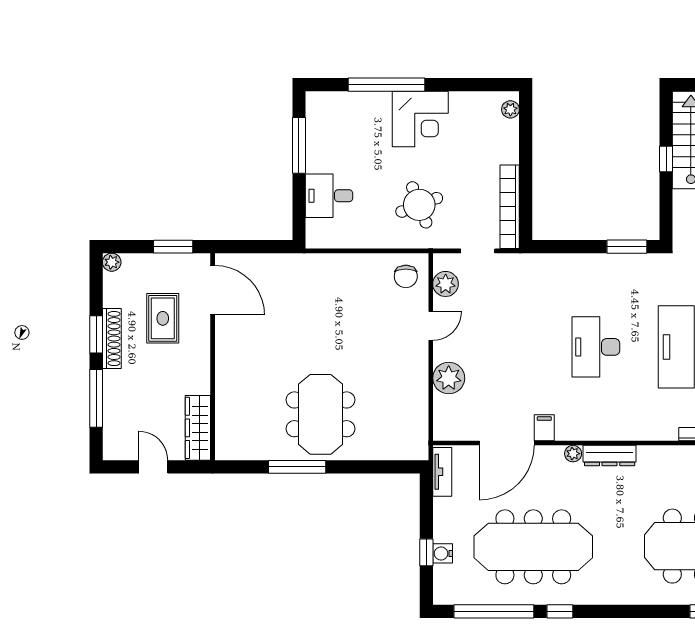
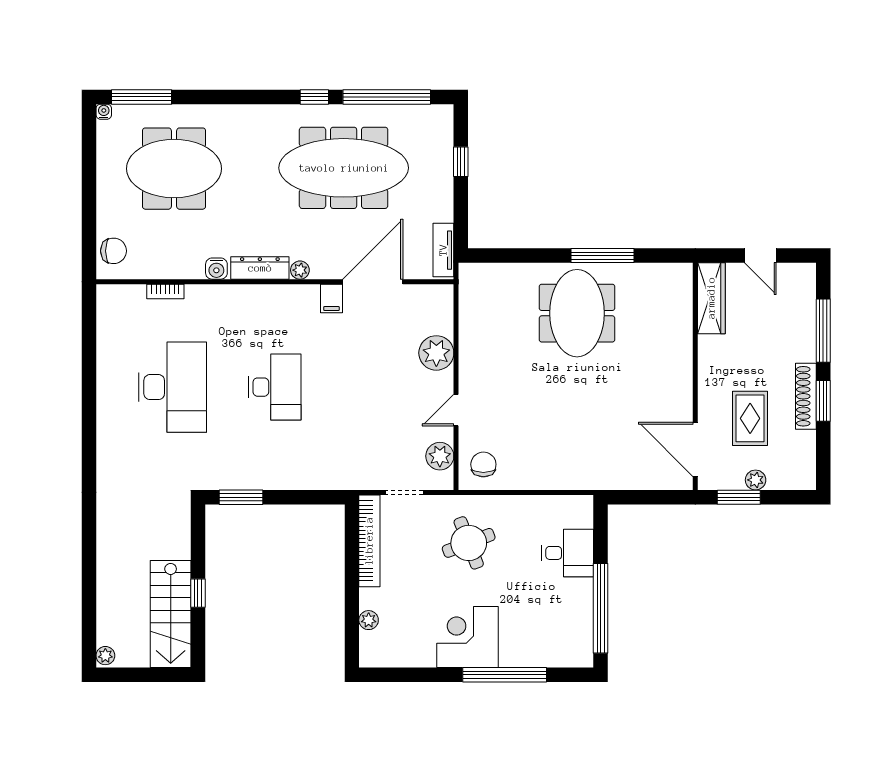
plant: (510, 109) -> (369, 620), moved
window: (299, 145) -> (601, 608), width x1.46
plant: (112, 262) -> (756, 480), moved
water cooler: (443, 553) -> (216, 269), moved, turned 90

